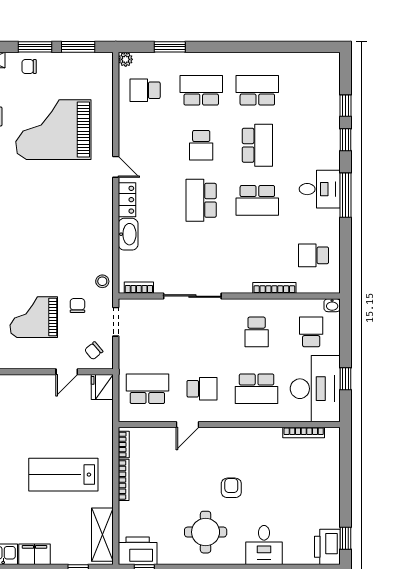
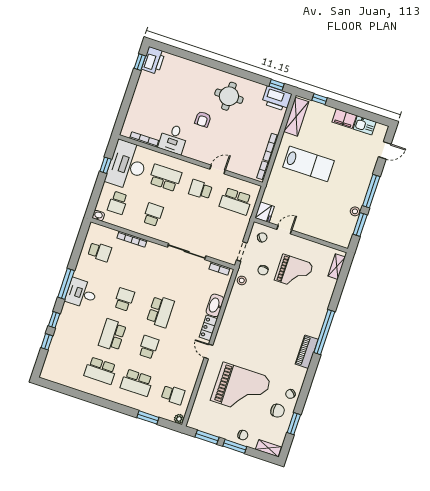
school desk: (257, 200) -> (124, 299), width x0.54
desk: (264, 545) -> (173, 139), moved, turned 180

